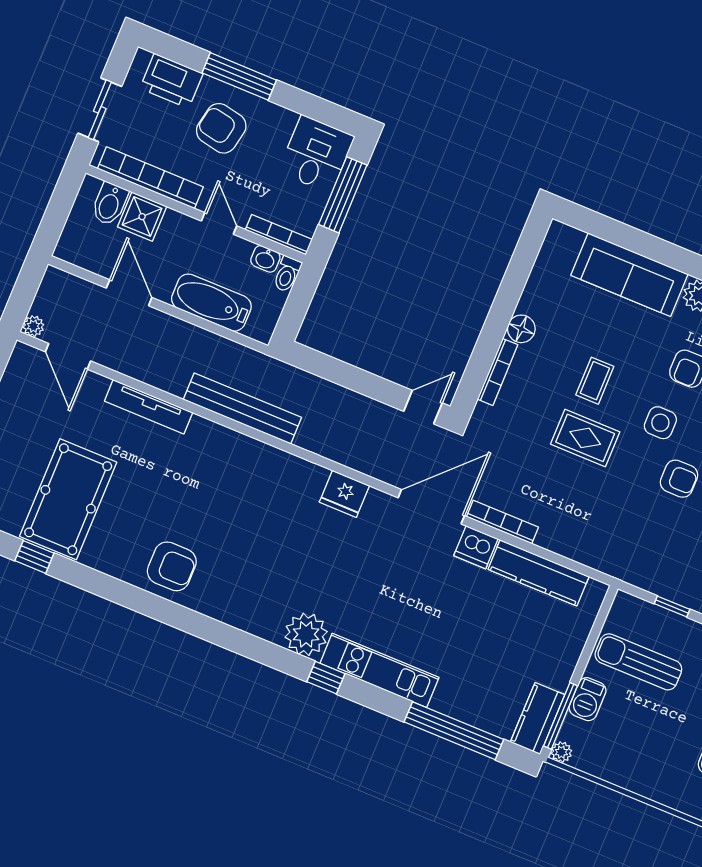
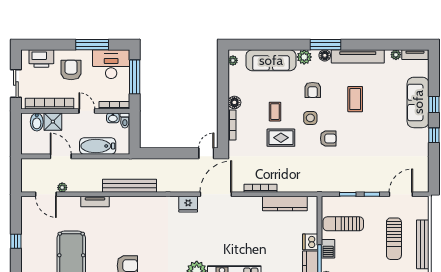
window: (239, 76) -> (92, 45), moved
armchair: (221, 128) -> (71, 70), turned 79
desk: (316, 154) -> (111, 64), width x1.37
plant: (553, 244) -> (233, 60), added
plant: (33, 326) -> (62, 188), moved
tv unit: (149, 407) -> (95, 202), width x0.71
door: (431, 507) -> (216, 194), moved
dishwasher: (476, 547) -> (310, 242), moved, turned 90

